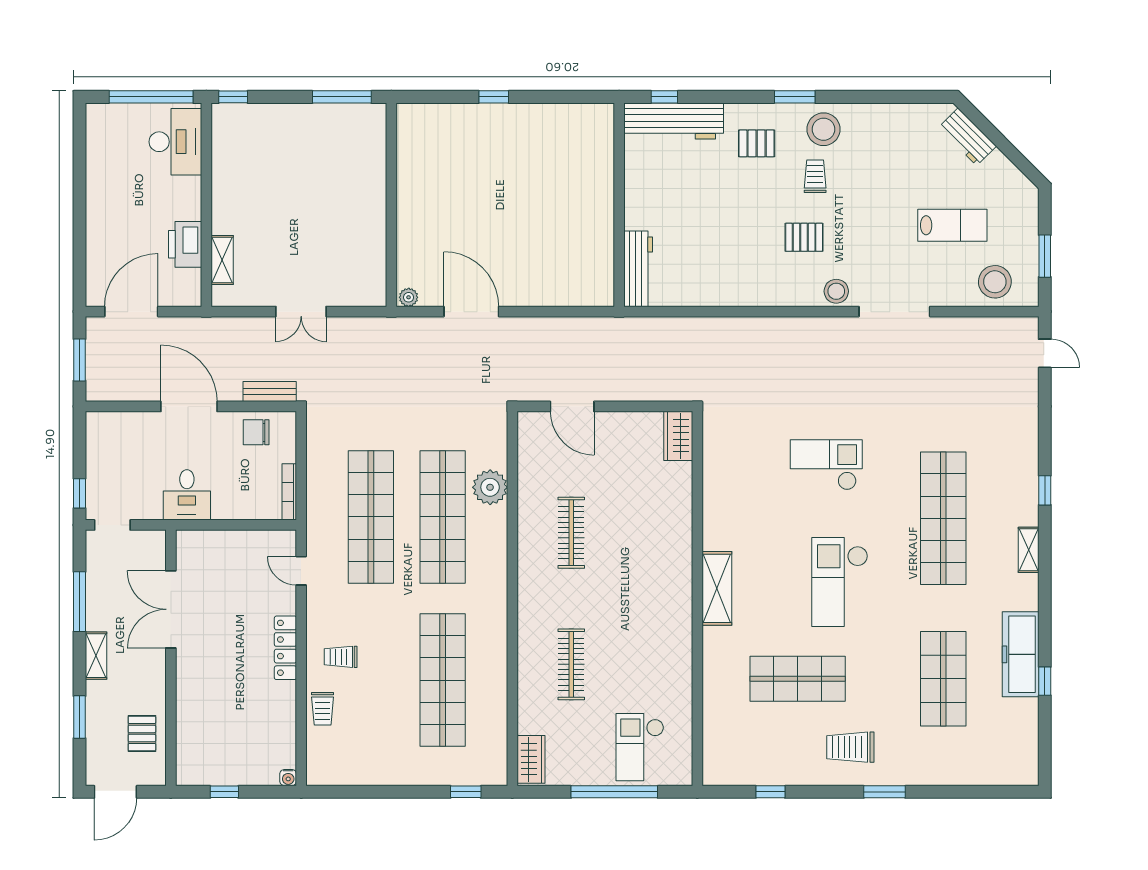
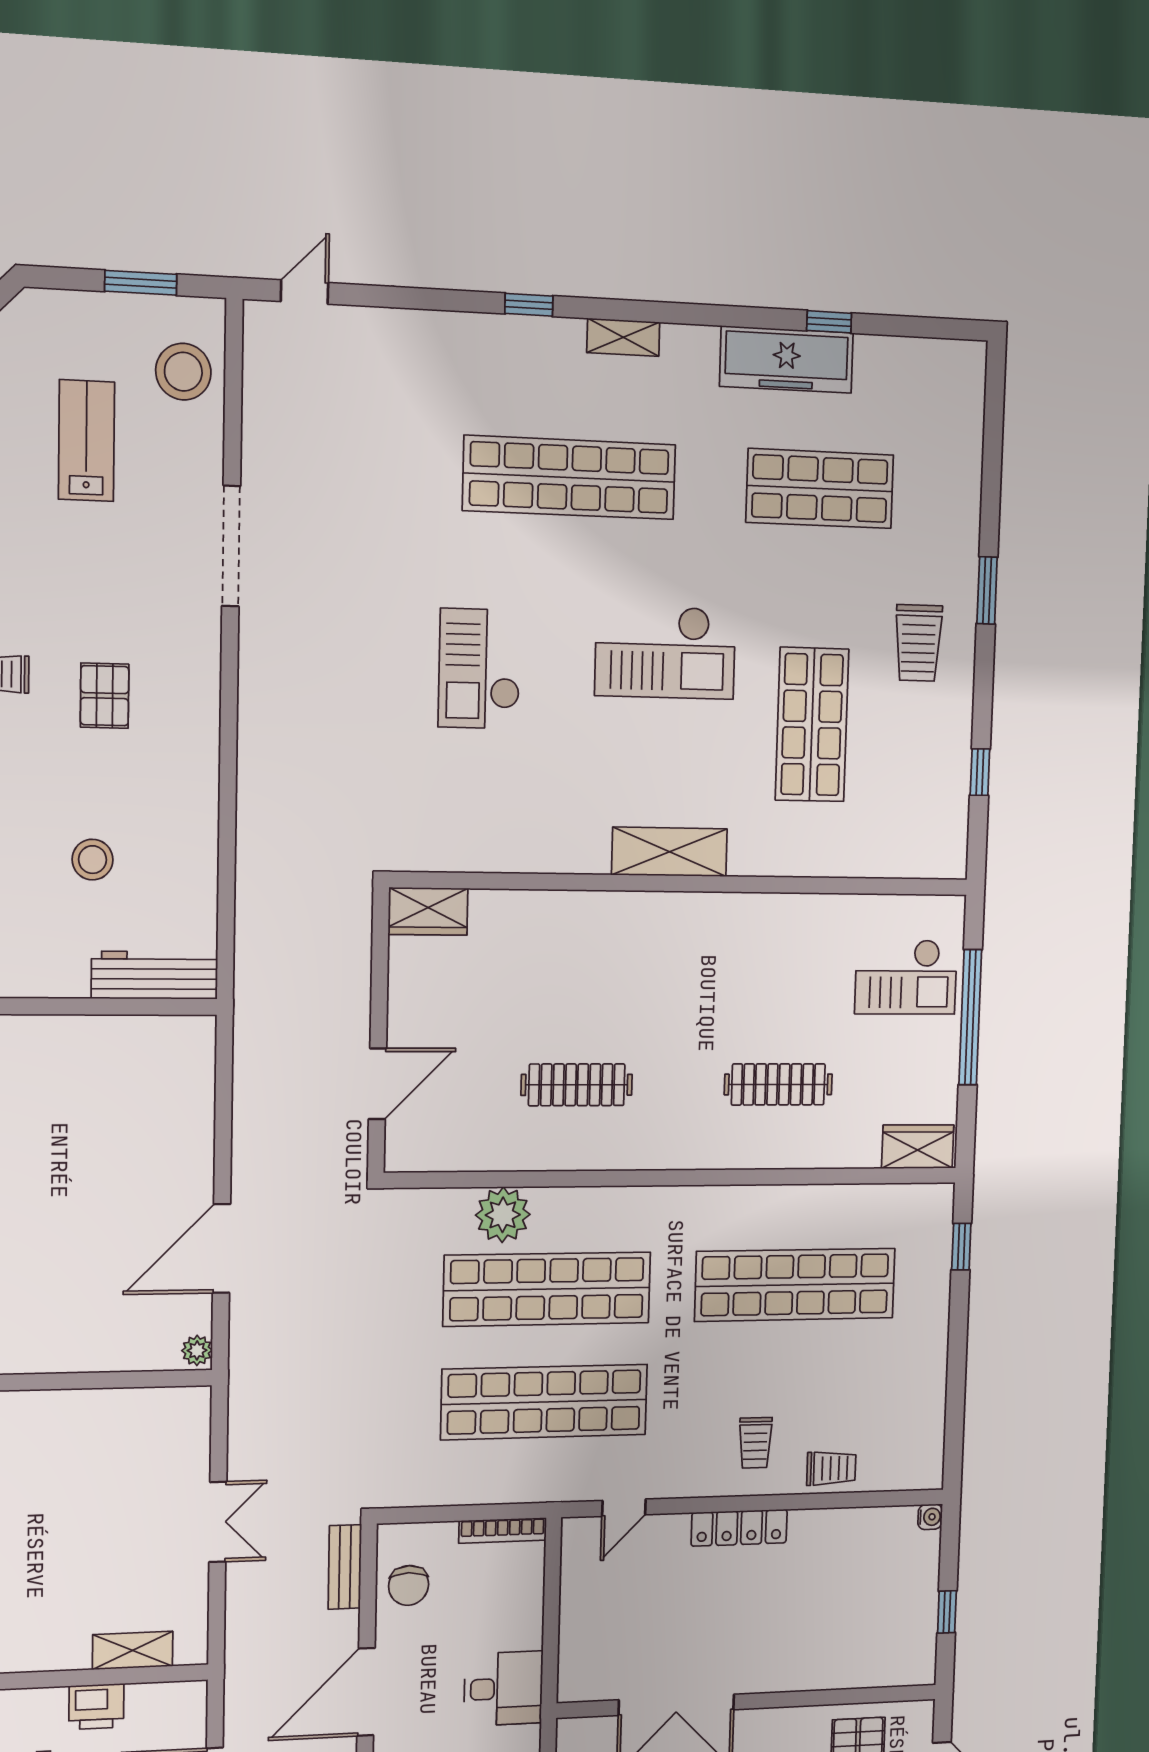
printer: (185, 244) -> (96, 1707), width x0.73, depth x0.84
stool: (836, 291) -> (92, 860), moved

